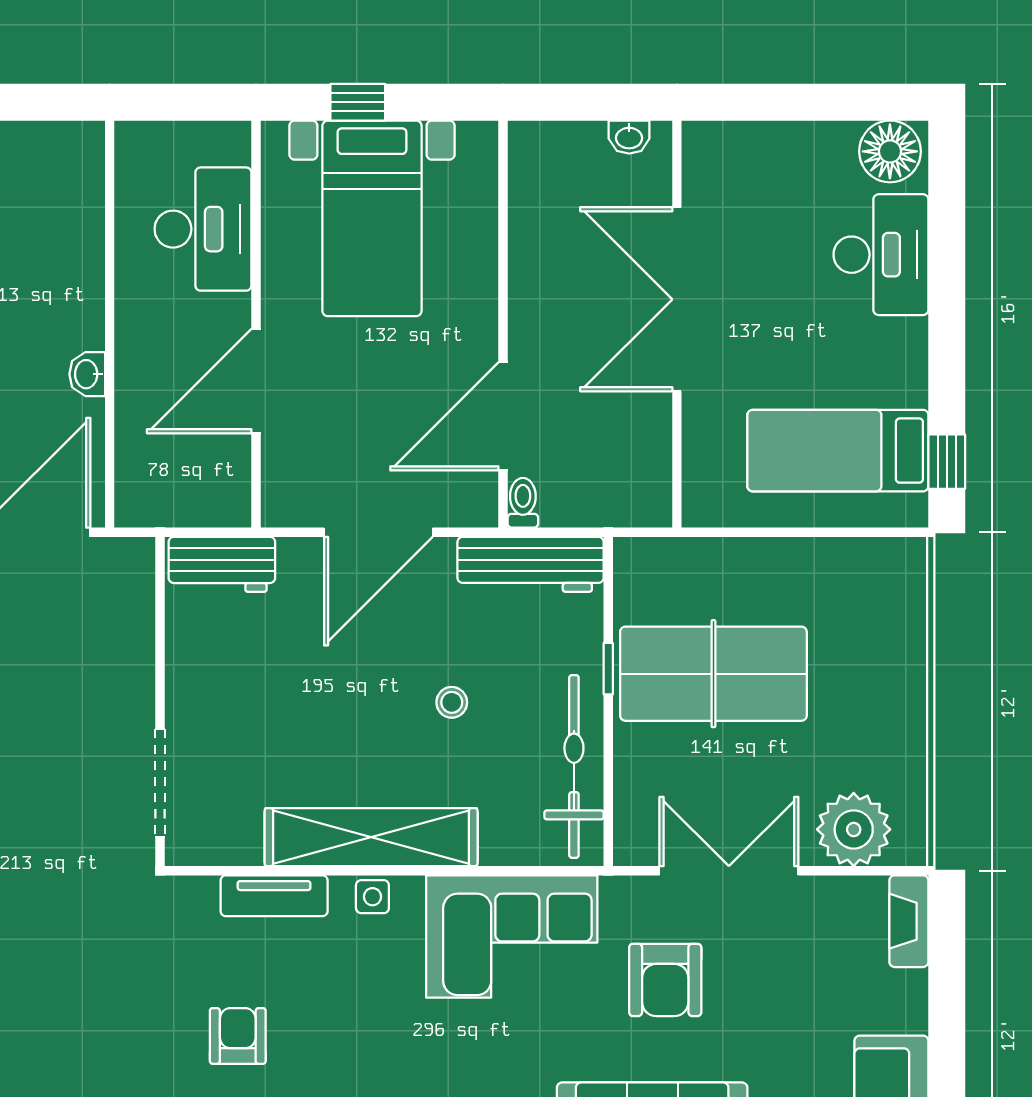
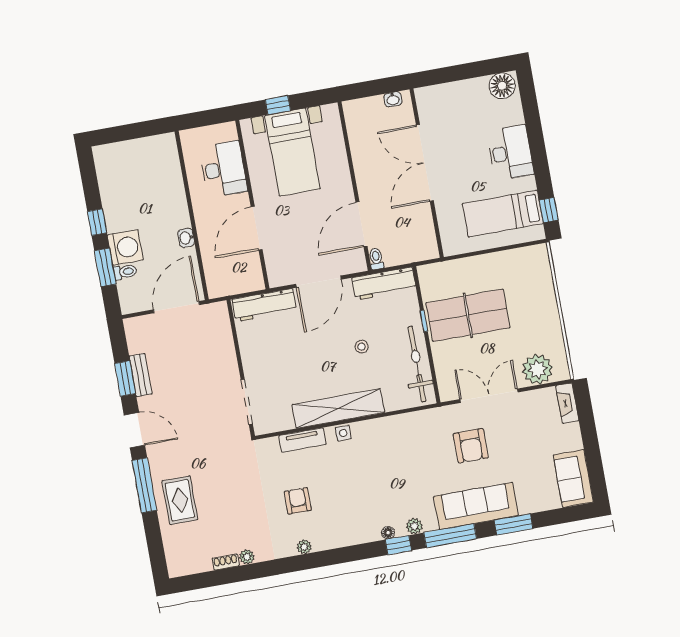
desk: (881, 255) -> (510, 153), moved
workbench: (222, 564) -> (264, 305), width x1.38
corner sofa: (512, 936) -> (404, 439), removed

